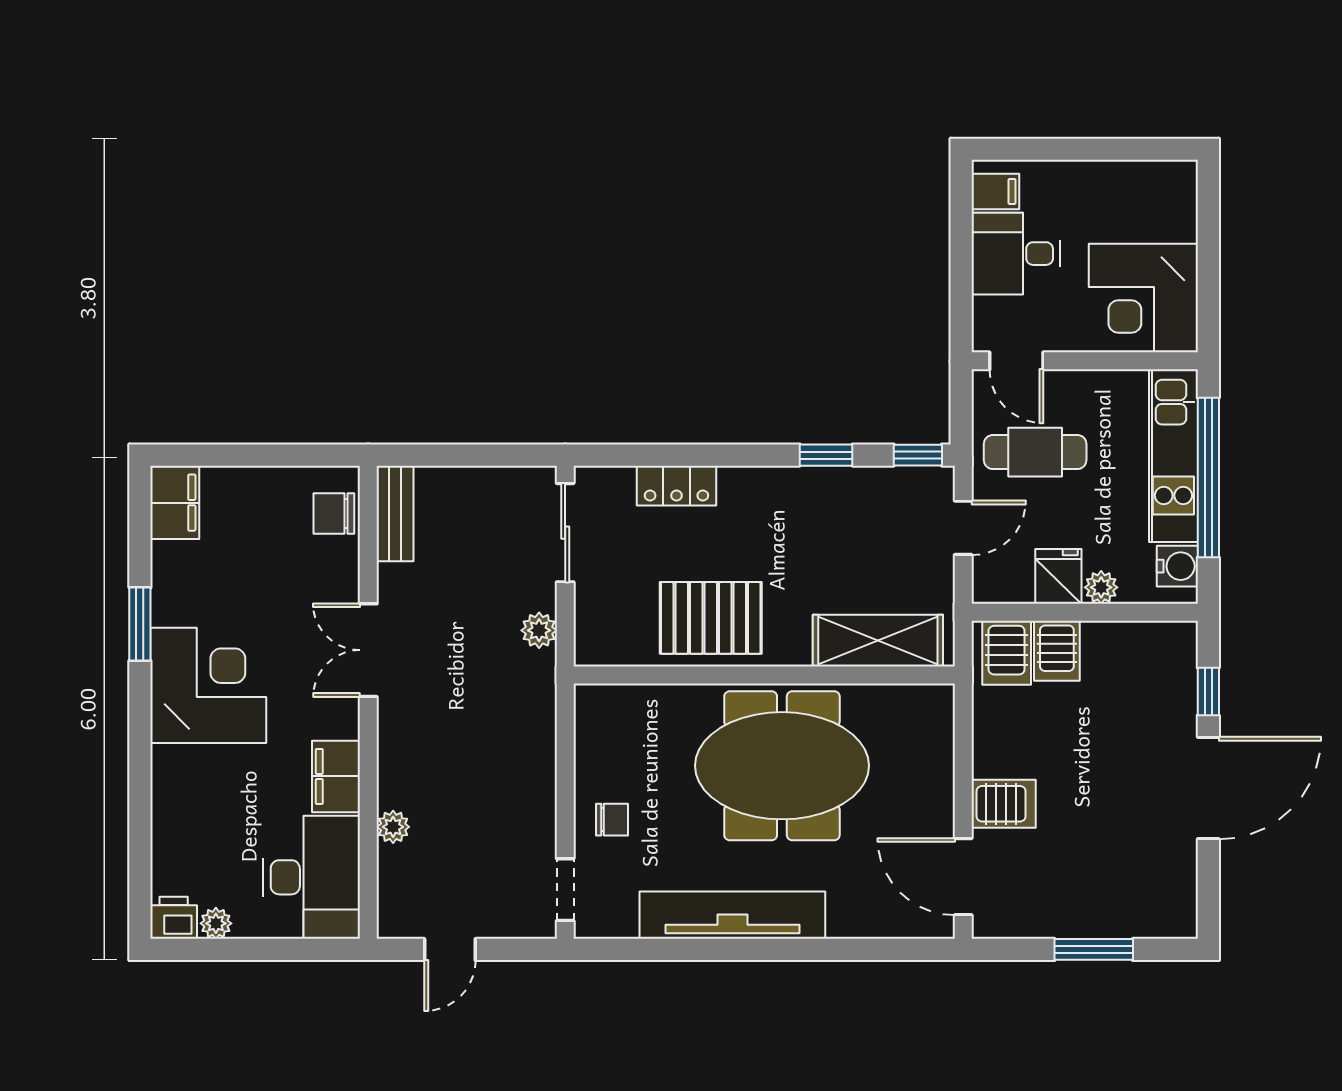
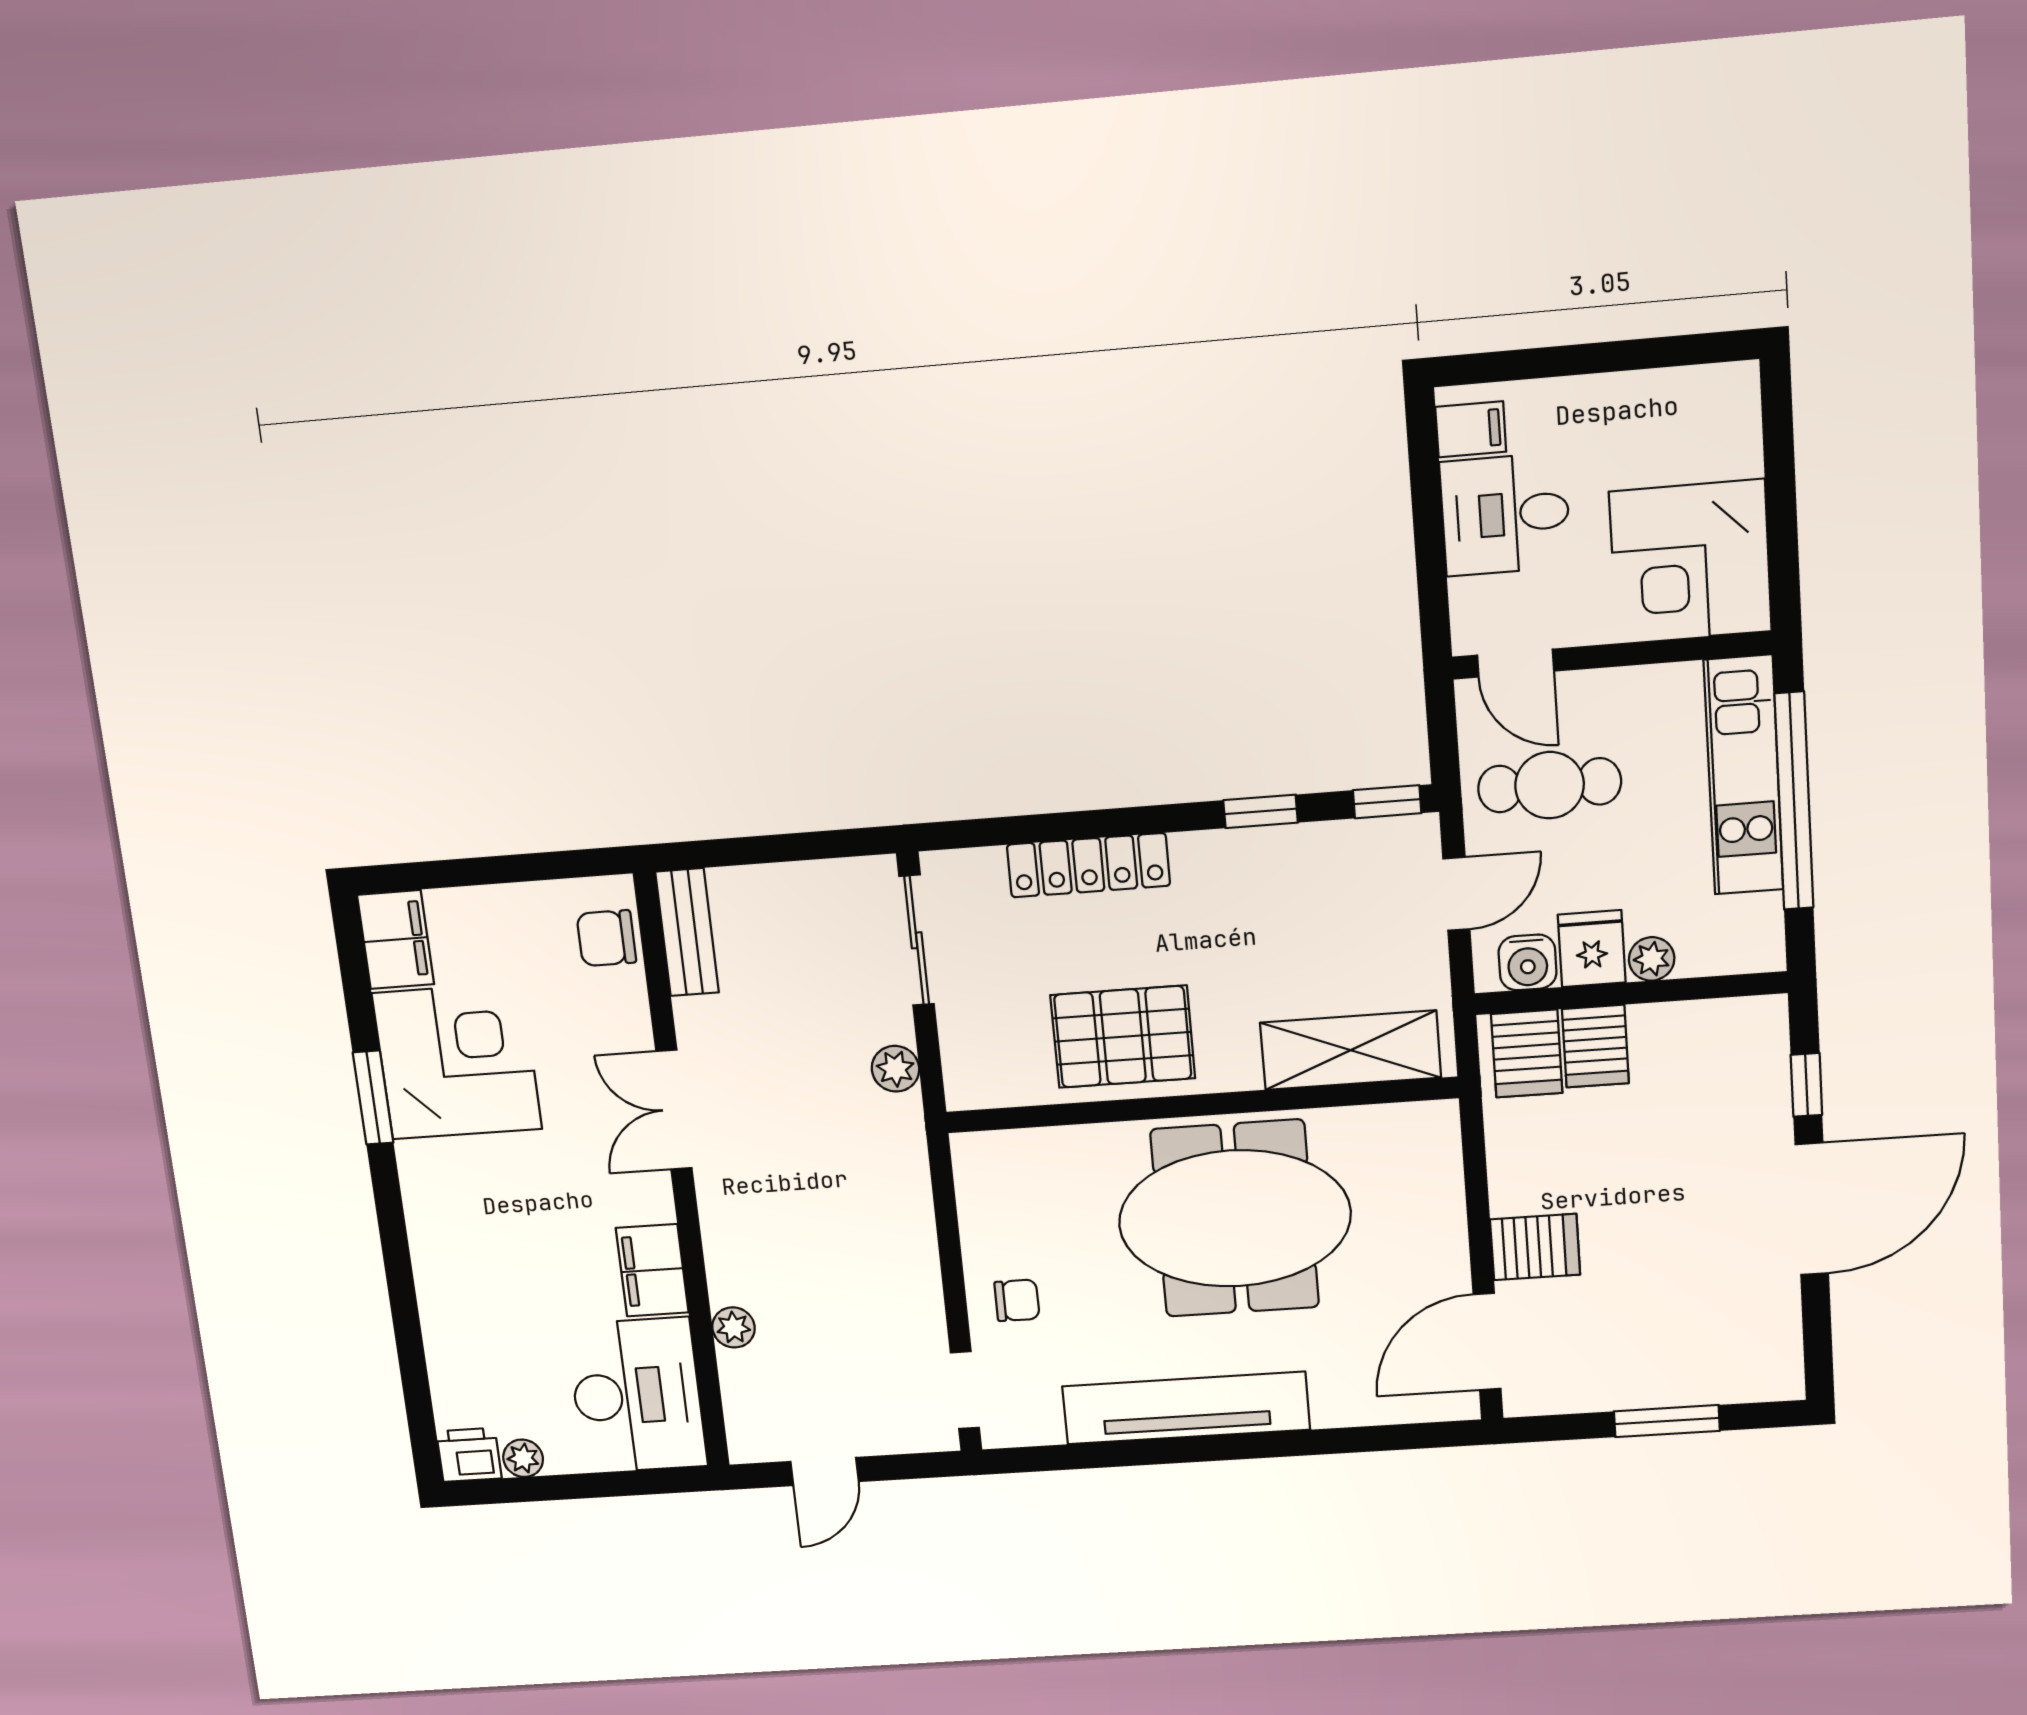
locker: (676, 486) -> (1088, 865), width x1.53
water cooler: (1177, 566) -> (1528, 962), moved, turned 90
corner desk: (208, 685) -> (457, 1061), moved
door: (963, 877) -> (1487, 1342), hinge flipped

